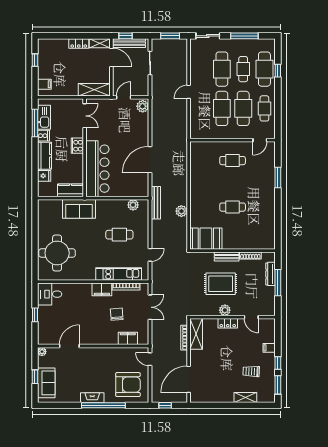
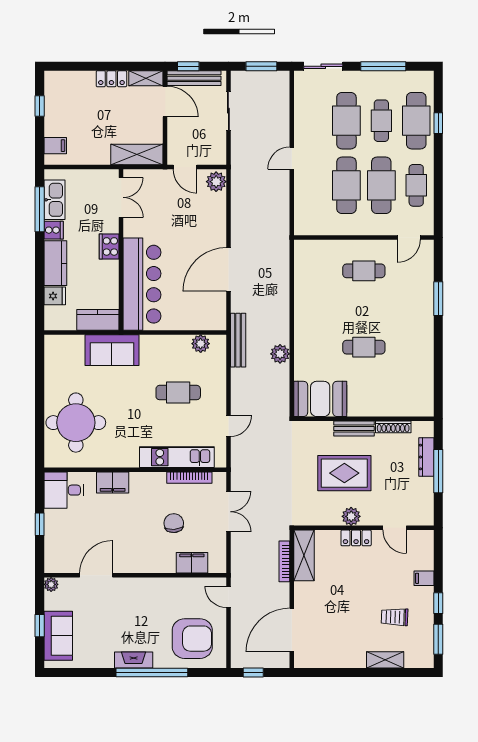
door: (124, 97) -> (185, 167), swing flipped
filing cabinet: (102, 289) -> (113, 482), moved

